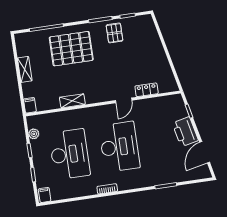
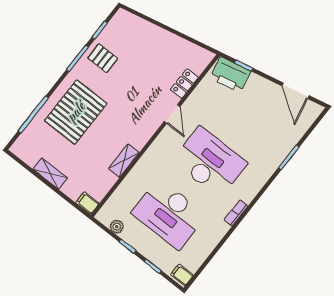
printer: (185, 132) -> (230, 75), moved
desk: (69, 154) -> (169, 214), turned 180

